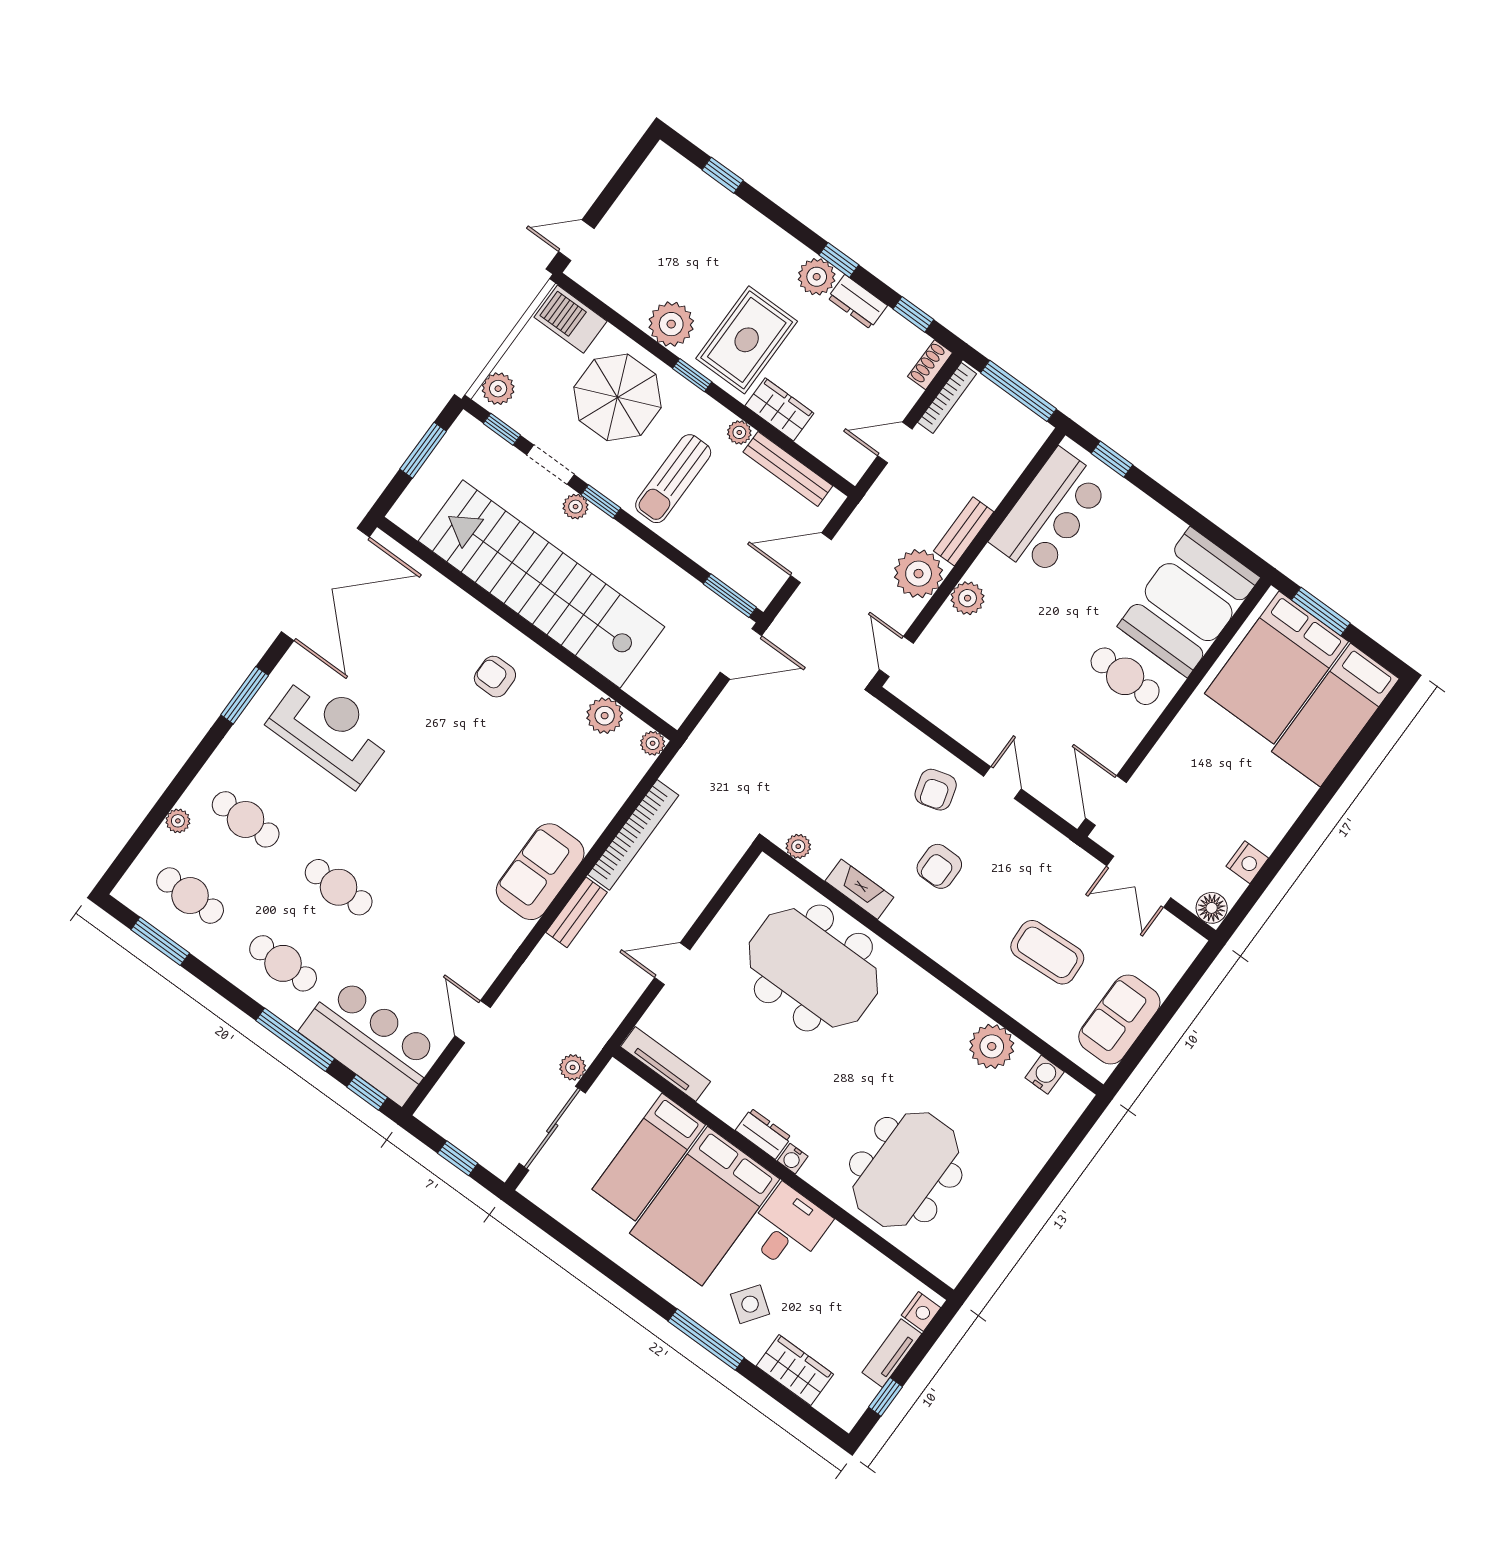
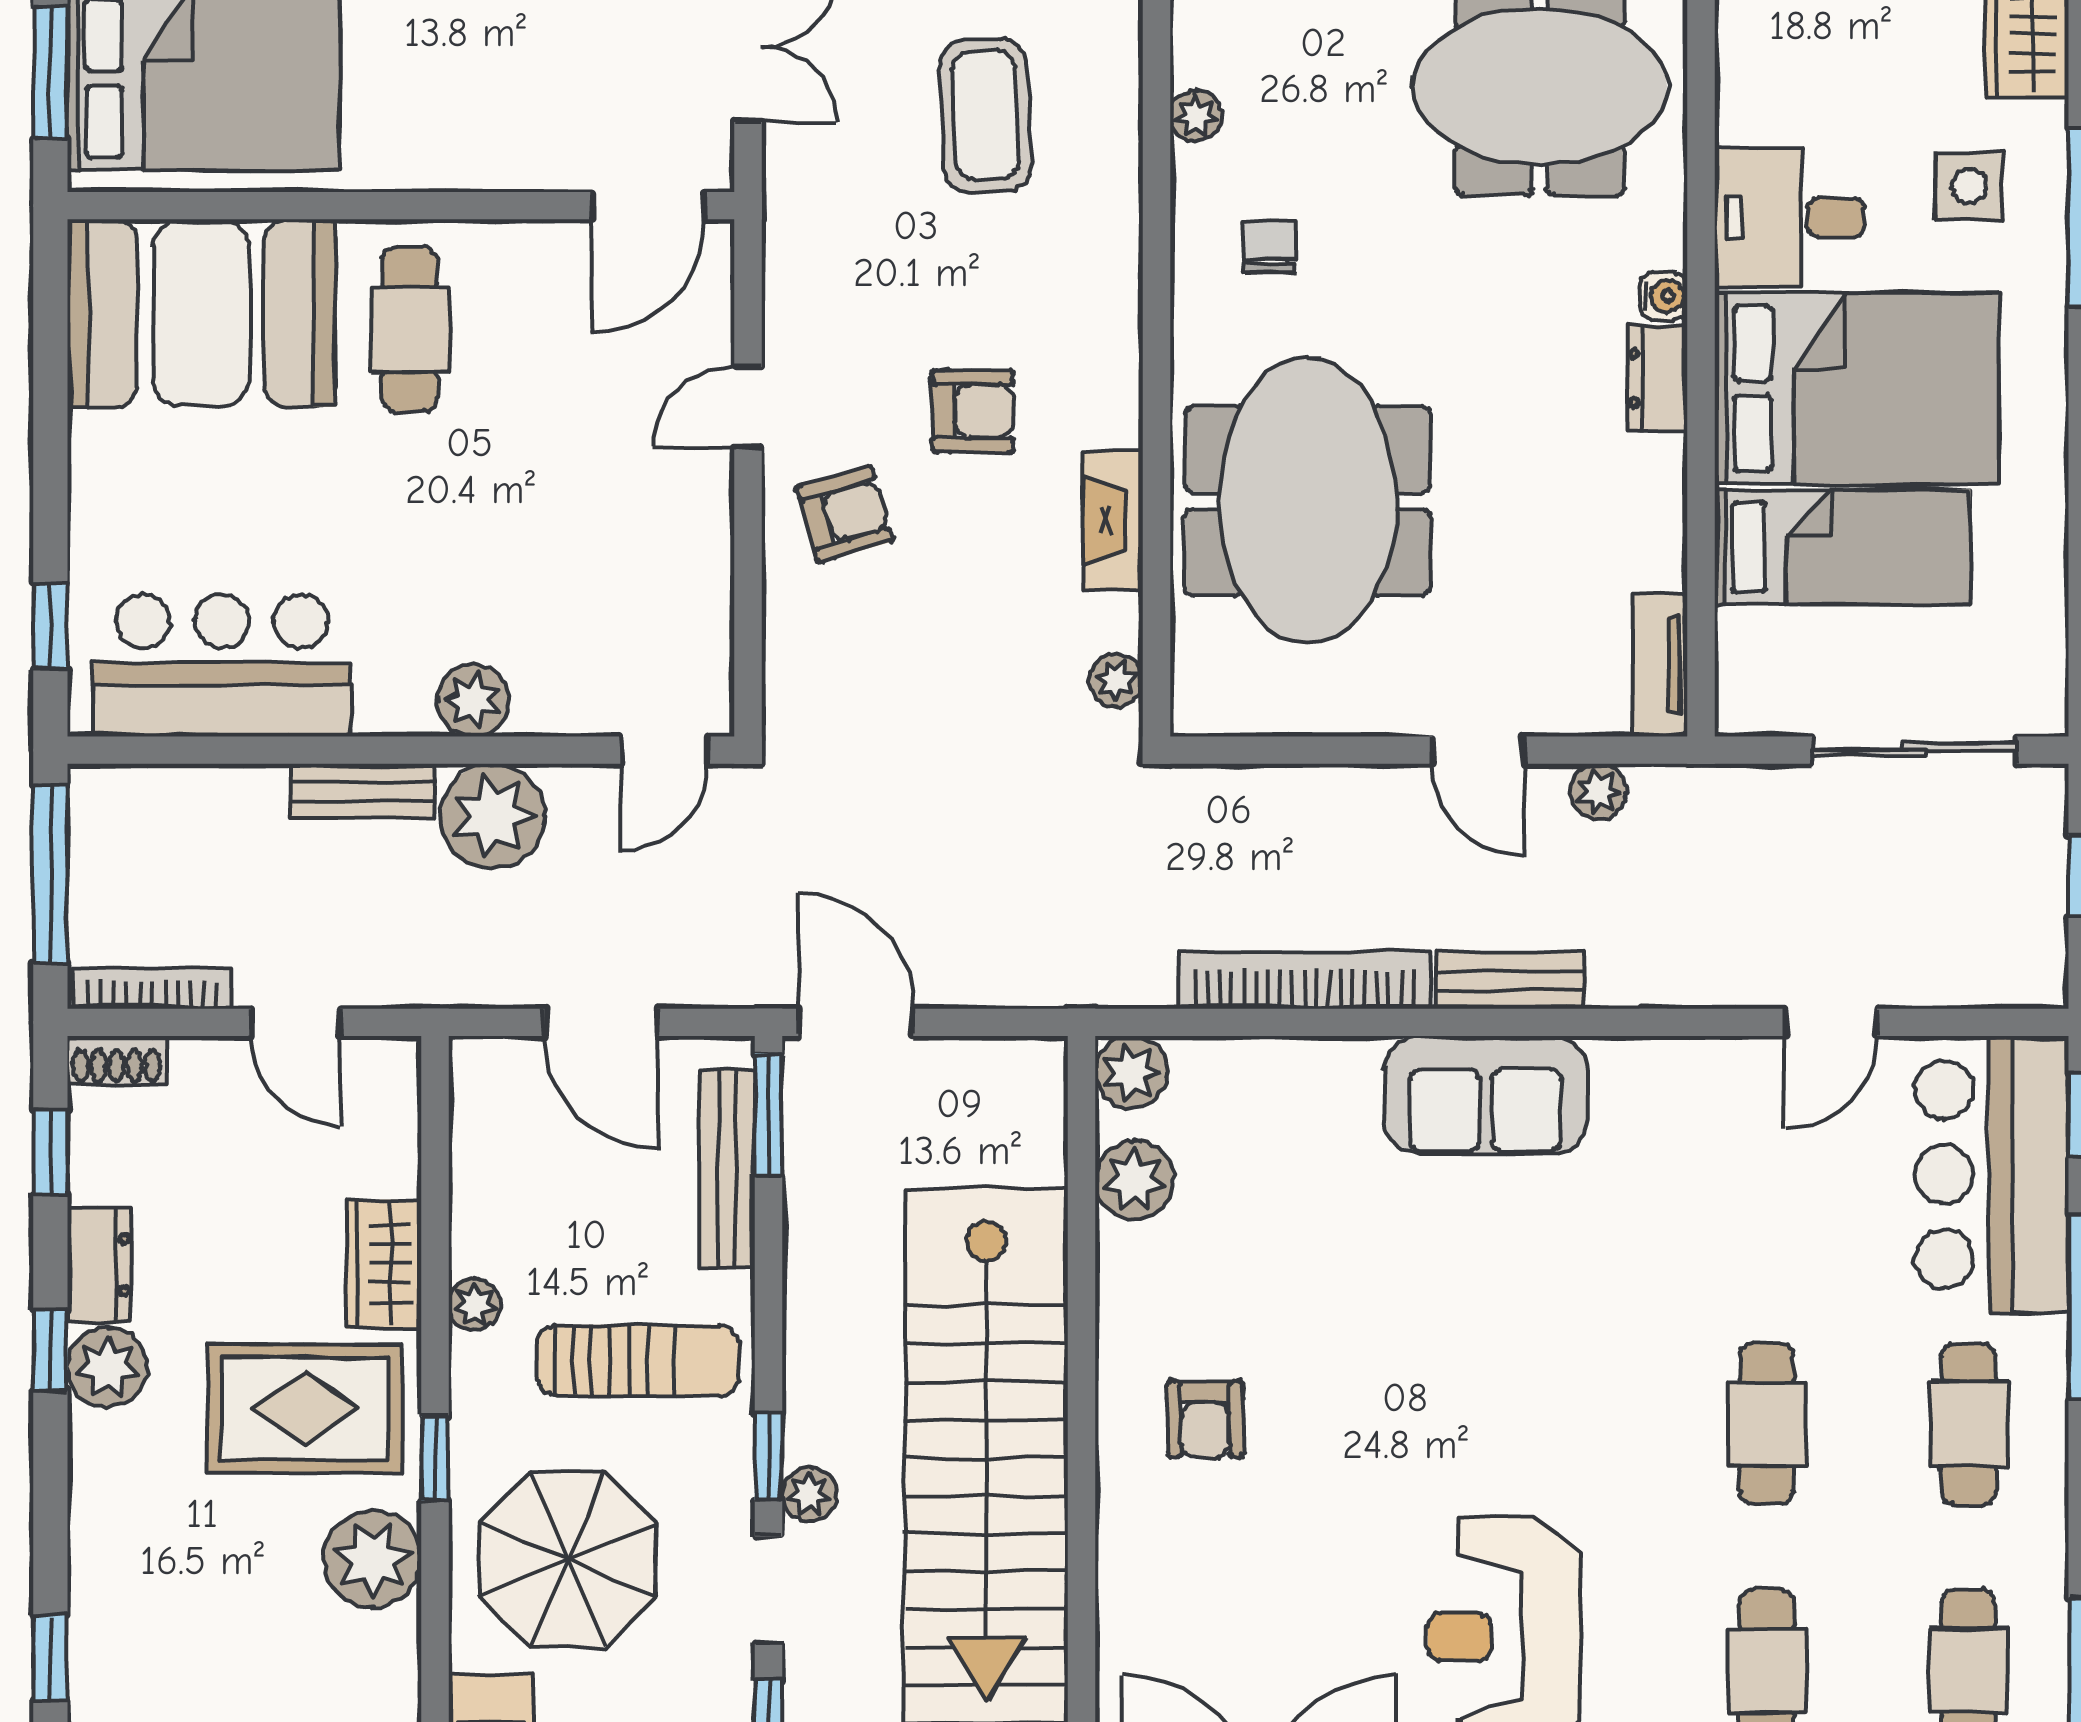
bench: (788, 469) -> (727, 1169), moved
plant: (653, 743) -> (1131, 1072), width x1.38, depth x1.38
chair: (920, 1023) -> (1269, 247), added
plant: (992, 1046) -> (1196, 116), width x0.53, depth x0.53
tv unit: (665, 1064) -> (1660, 664), width x0.71
plant: (573, 1067) -> (1599, 792), moved
side table: (750, 1304) -> (1969, 186), turned -36

